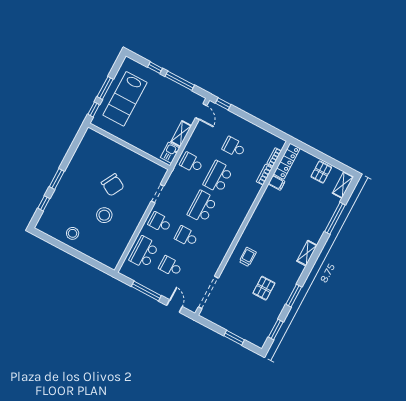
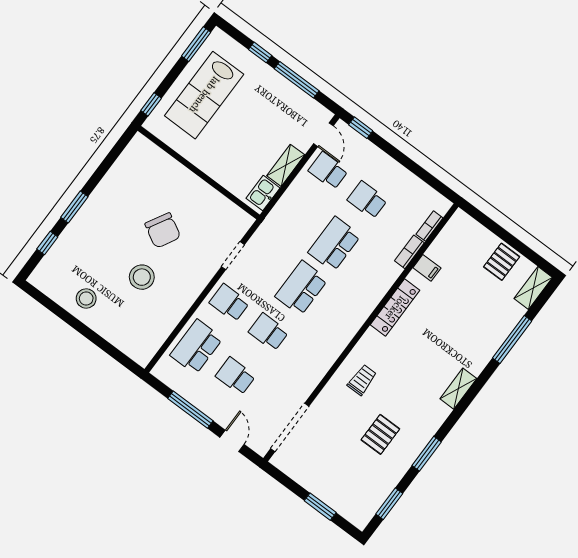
window: (105, 88) -> (196, 44), moved
locker: (287, 161) -> (395, 308), moved
school desk: (192, 163) -> (328, 171), moved

